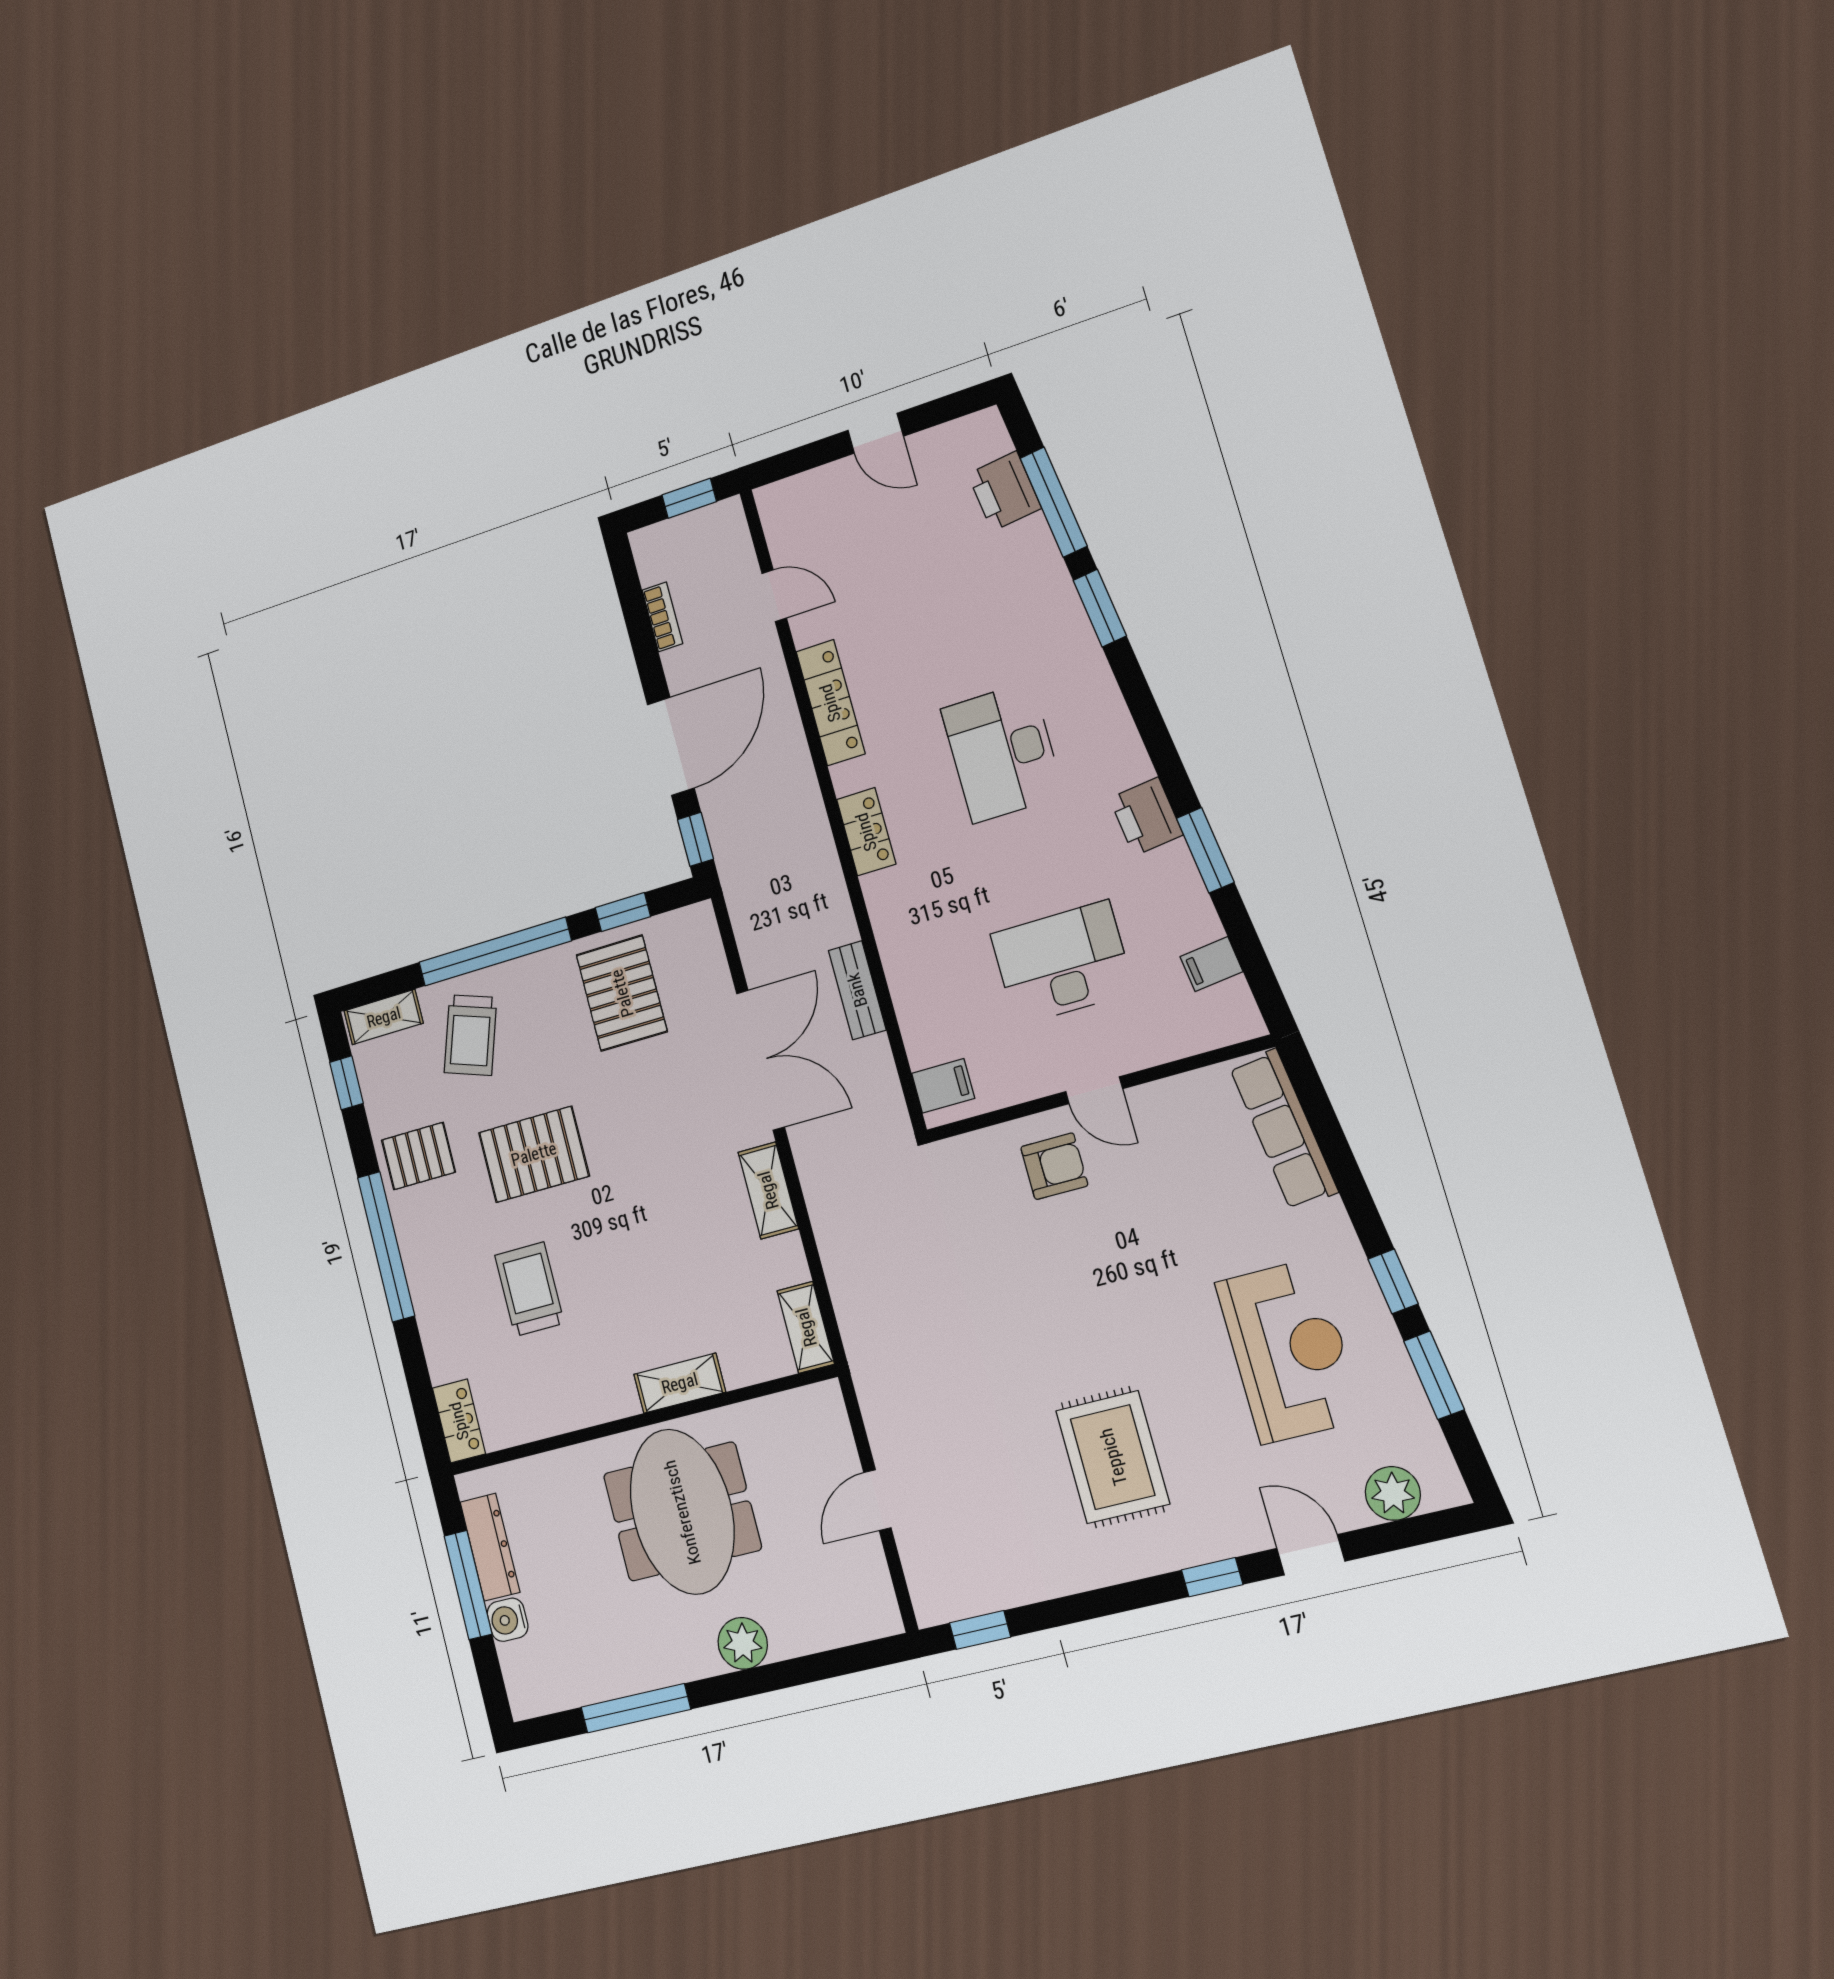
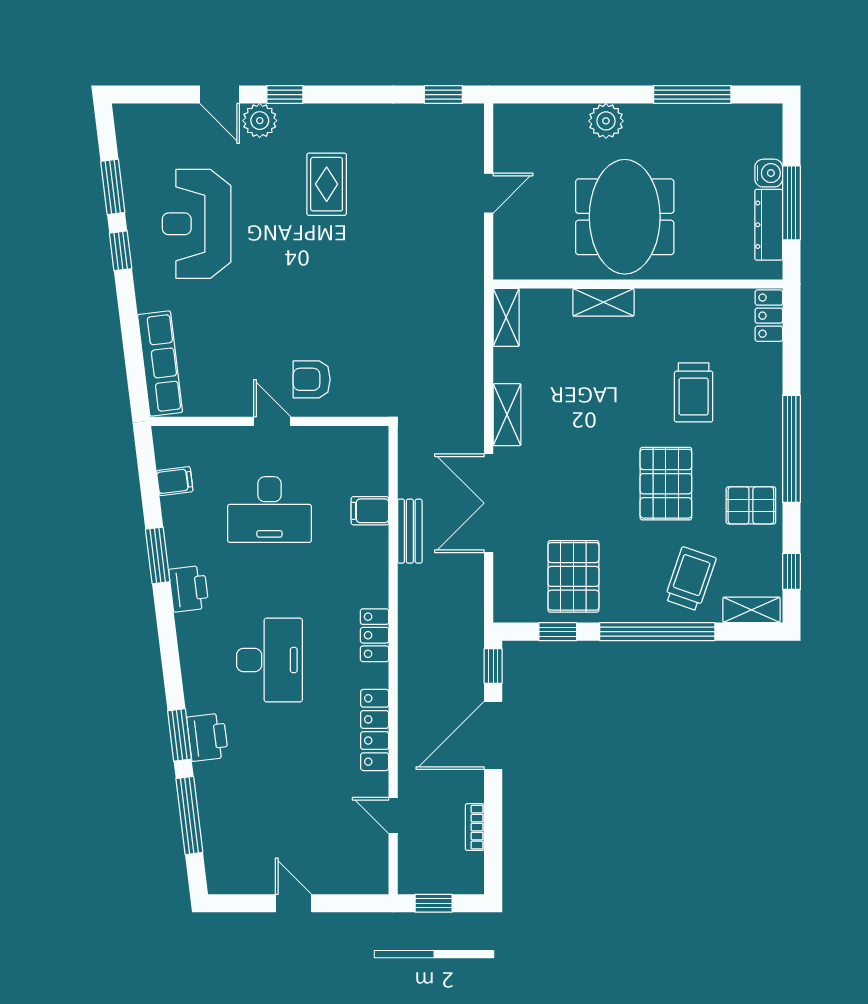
printer: (1004, 491) -> (207, 737), moved
filing cabinet: (943, 1086) -> (370, 511), moved
pallet: (534, 1154) -> (666, 484), turned 90
rug: (1113, 1457) -> (327, 184), width x0.73, depth x0.70
plant: (1393, 1493) -> (260, 121), moved

